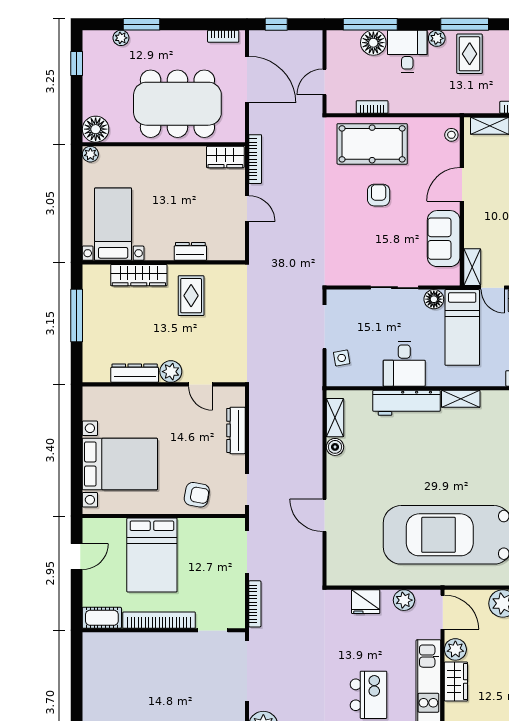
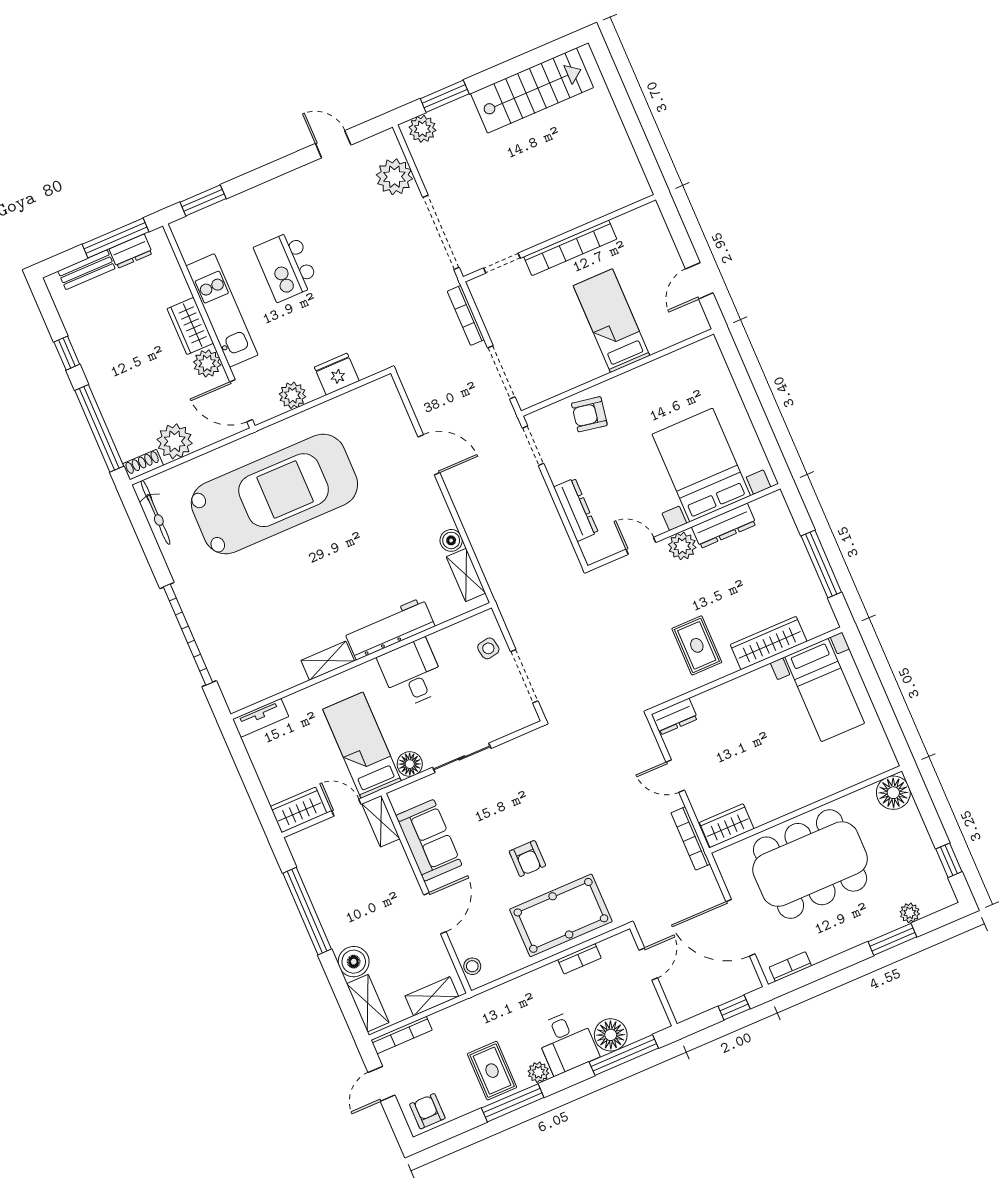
plant: (90, 154) -> (887, 761), removed
dresser: (190, 251) -> (675, 717), moved
bed with nightstands: (120, 464) -> (701, 465), moved, turned 90
bed: (152, 555) -> (612, 321), width x0.67
cot: (102, 618) -> (639, 222), removed

